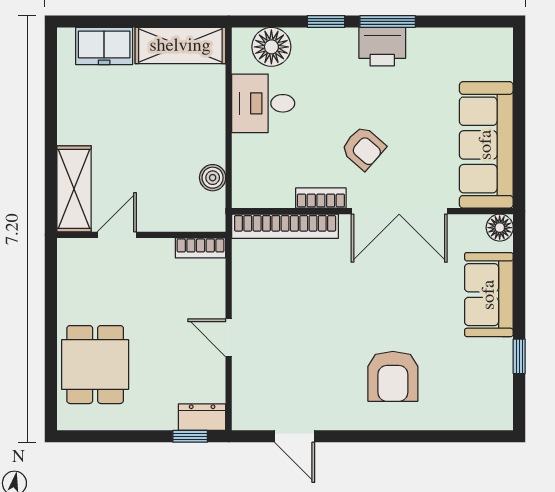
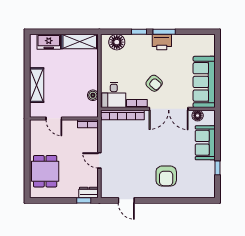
desk: (263, 103) -> (114, 95), moved, turned -90
shelving: (74, 189) -> (37, 85), moved
floor lamp: (500, 228) -> (198, 116), moved
door: (117, 235) -> (54, 118), swing flipped

